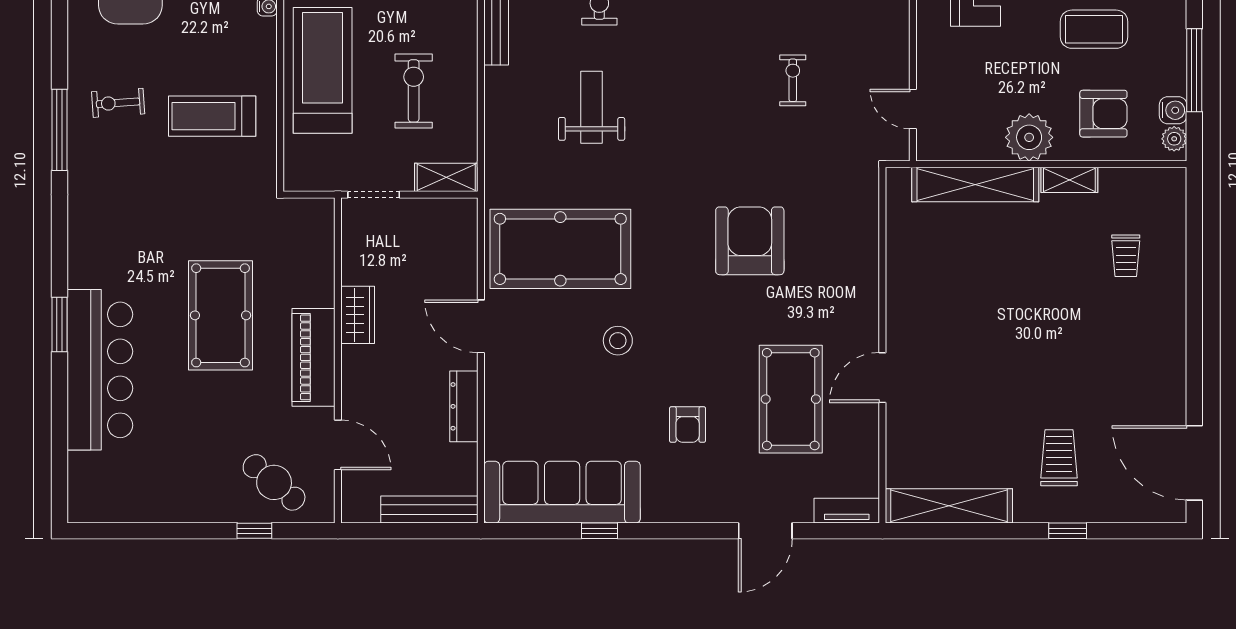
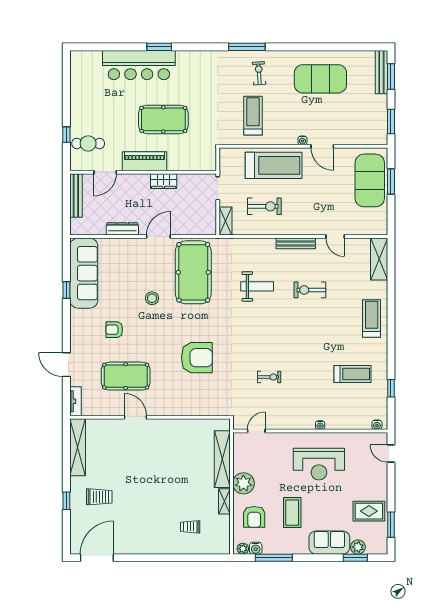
cafe table: (274, 482) -> (88, 143), turned 50
bench: (429, 510) -> (76, 195), moved

